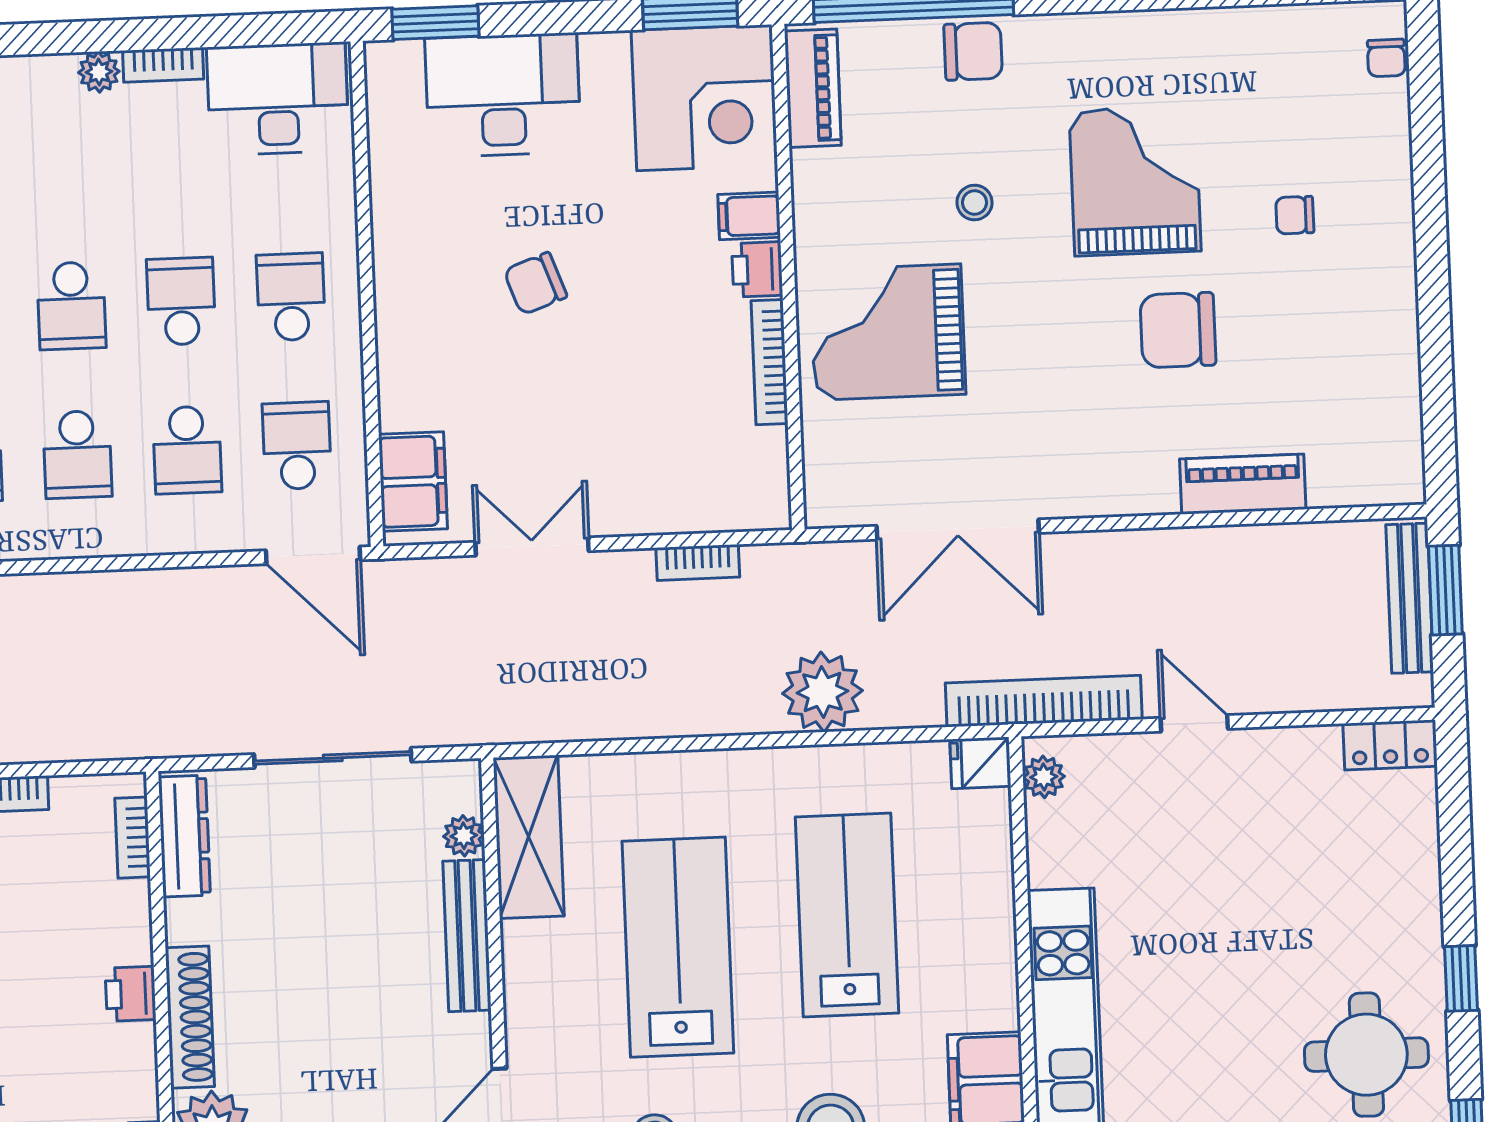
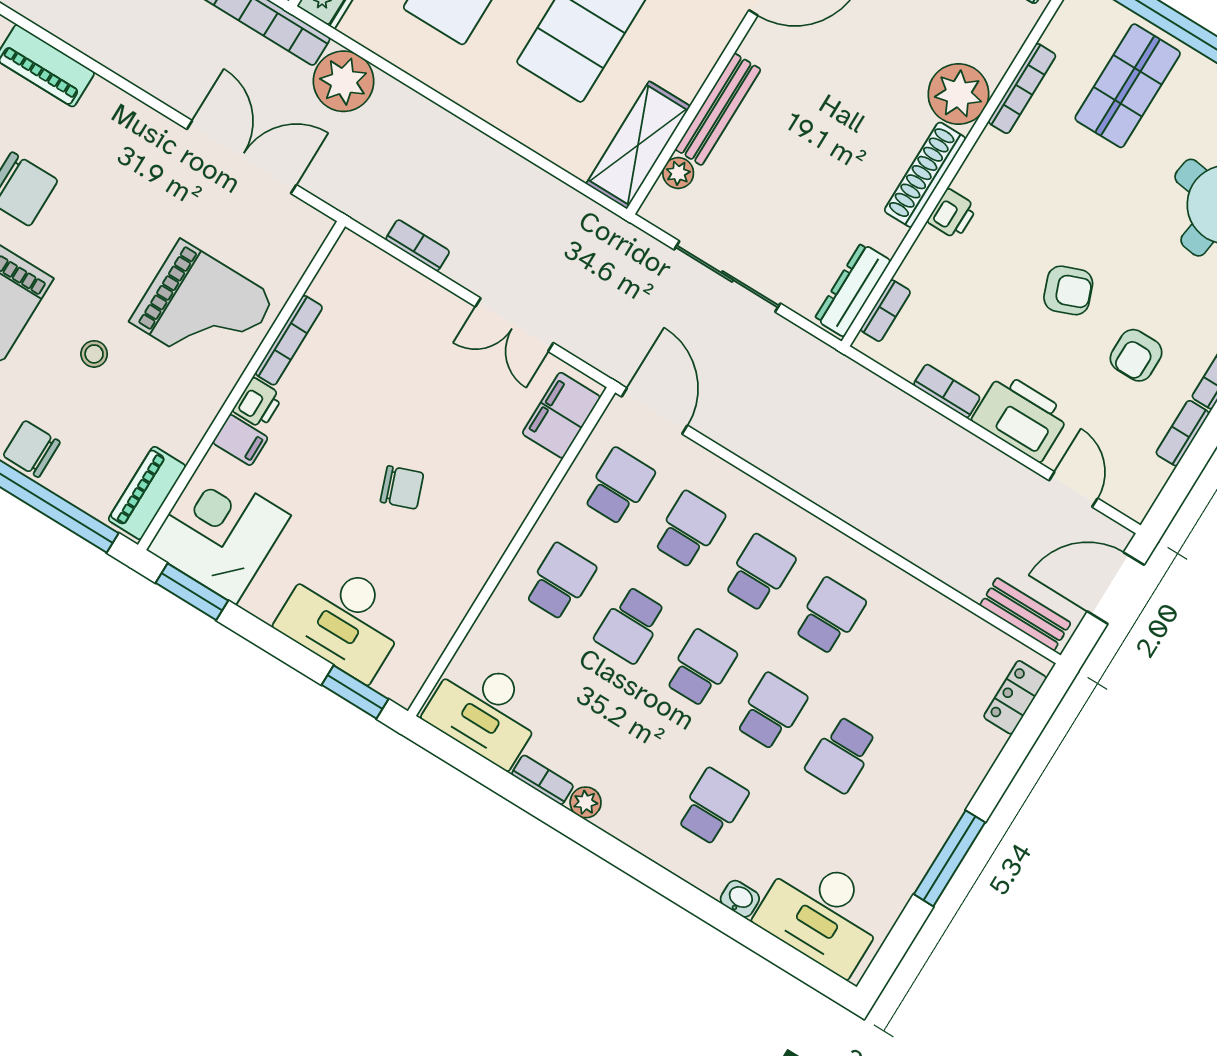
school desk: (291, 297) -> (560, 582), turned 180
school desk: (297, 446) -> (619, 486), turned 180
plant: (822, 692) -> (344, 81), moved

